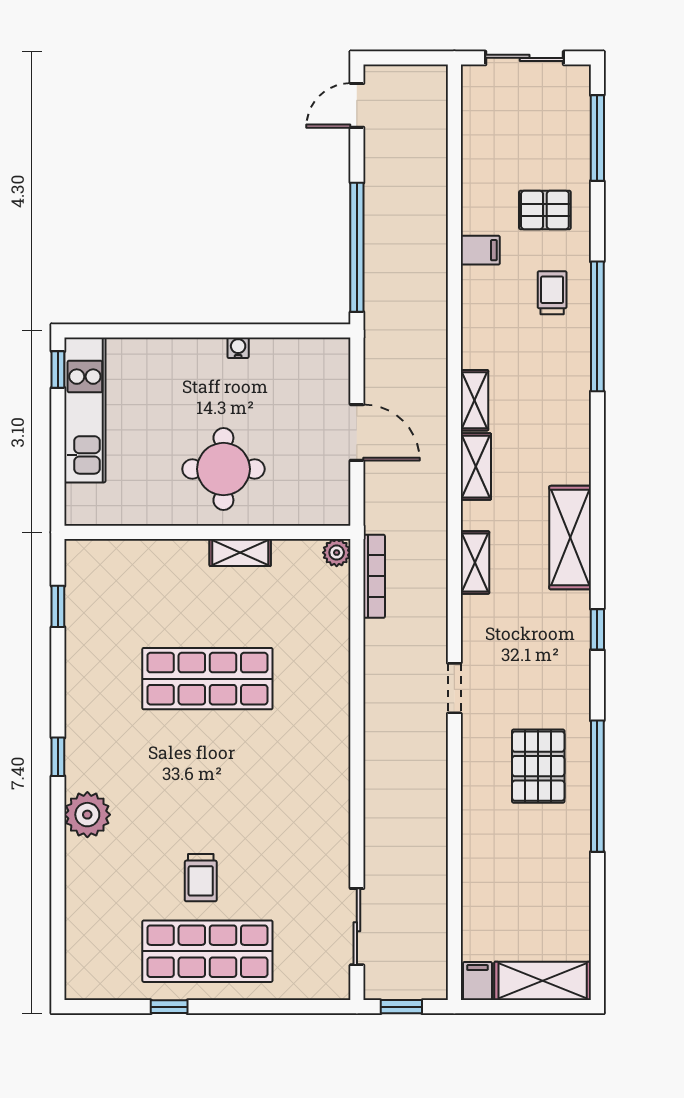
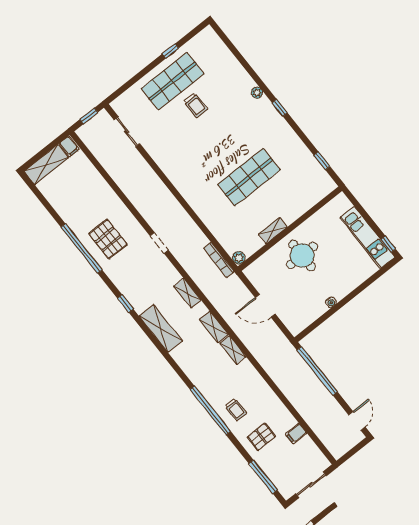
filing cabinet: (480, 250) -> (296, 434), moved
plant: (87, 815) -> (257, 93), width x0.53, depth x0.53
trolley: (201, 878) -> (196, 105), turned 180

